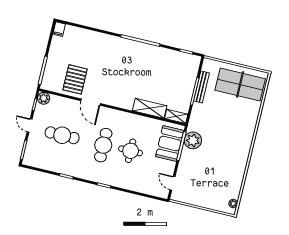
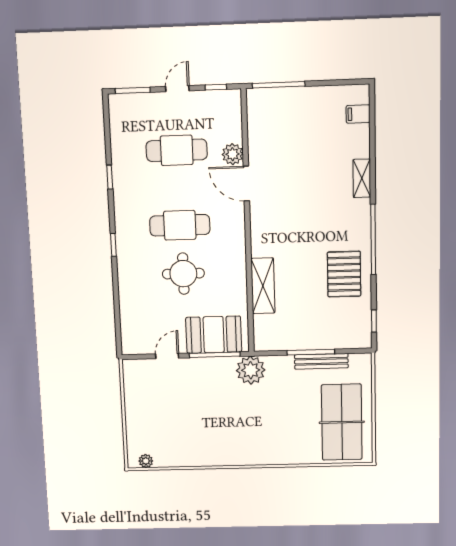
filing cabinet: (59, 29) -> (358, 114), moved
pallet: (75, 79) -> (344, 274), moved, turned 90
plant: (44, 98) -> (233, 154), moved
door: (91, 102) -> (246, 184), hinge flipped
shelving: (176, 116) -> (362, 178), moved
cafe table: (62, 135) -> (177, 150), turned 90
plant: (193, 140) -> (251, 370), moved
door: (172, 183) -> (167, 356), moved

